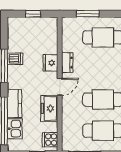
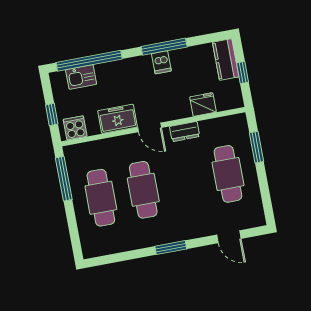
dishwasher: (15, 59) -> (161, 62), moved
fridge: (50, 63) -> (203, 105), moved
kitchen counter: (15, 103) -> (226, 60), moved, turned 90

